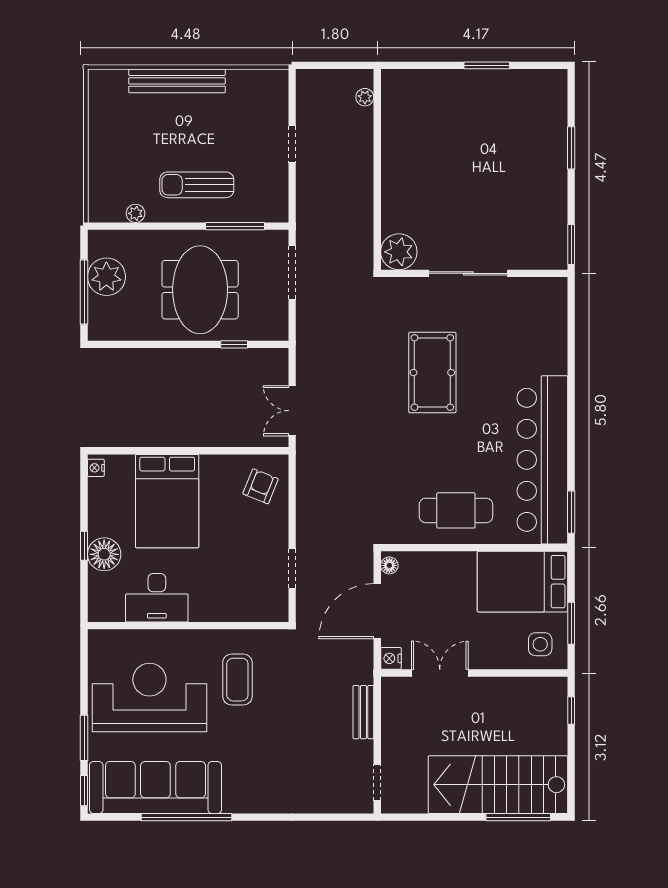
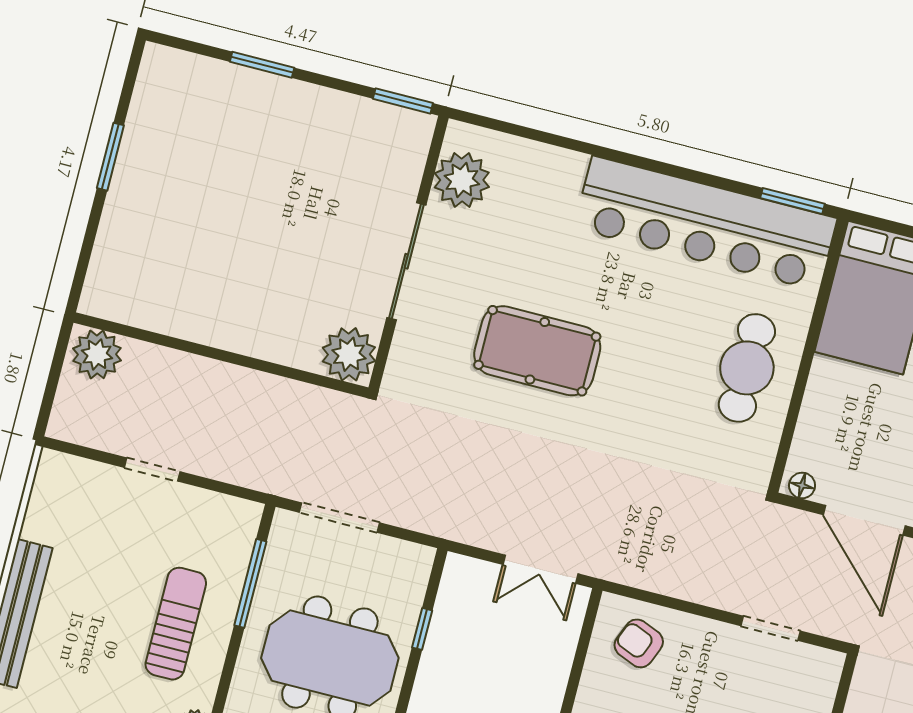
plant: (365, 97) -> (97, 354), width x1.87, depth x1.87
sun lounger: (197, 185) -> (176, 624), turned 180
plant: (530, 296) -> (462, 180), added

